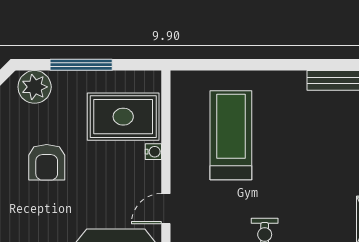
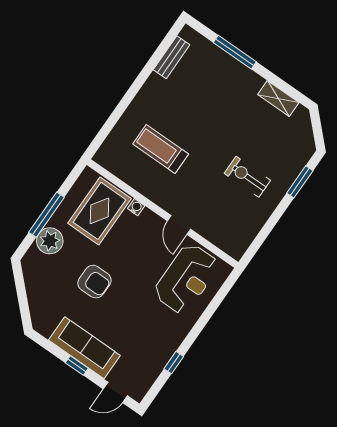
plant: (35, 87) -> (50, 241), moved
treadmill: (231, 135) -> (161, 149), width x0.73, depth x0.73

